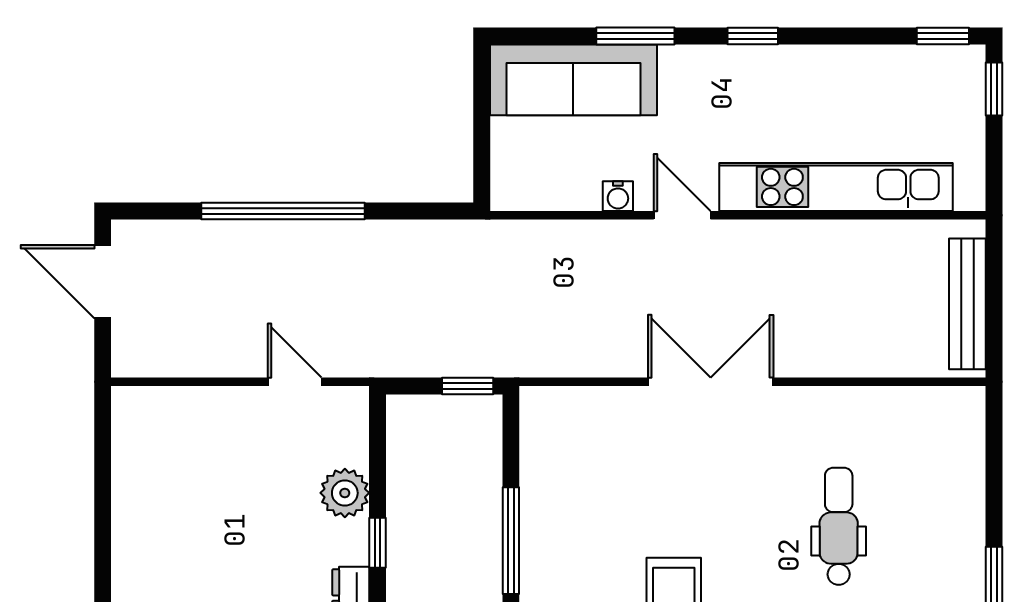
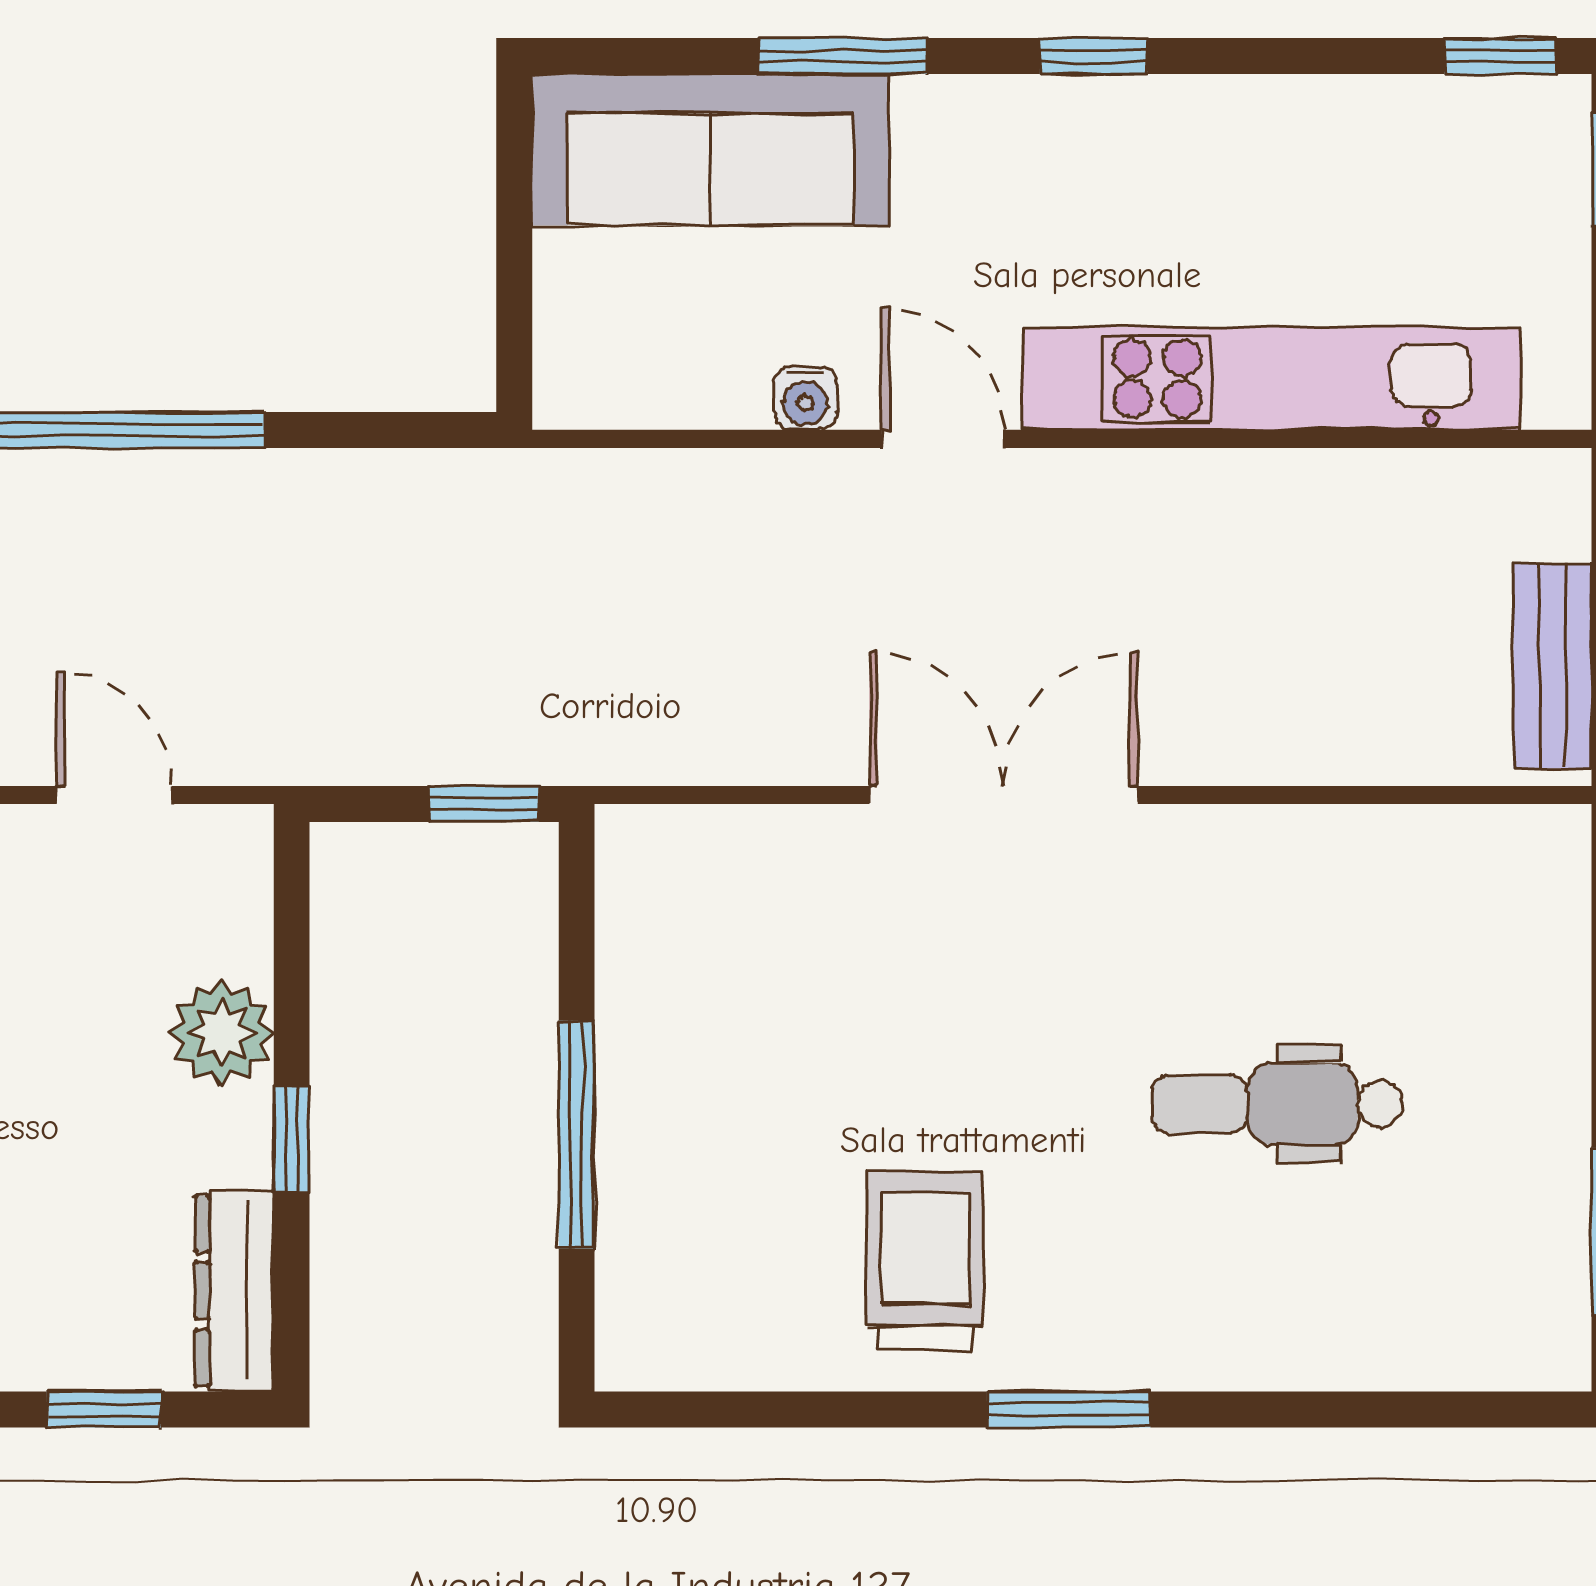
bench: (967, 304) -> (1552, 666), width x0.73
dental chair: (839, 526) -> (1277, 1104), turned -90

